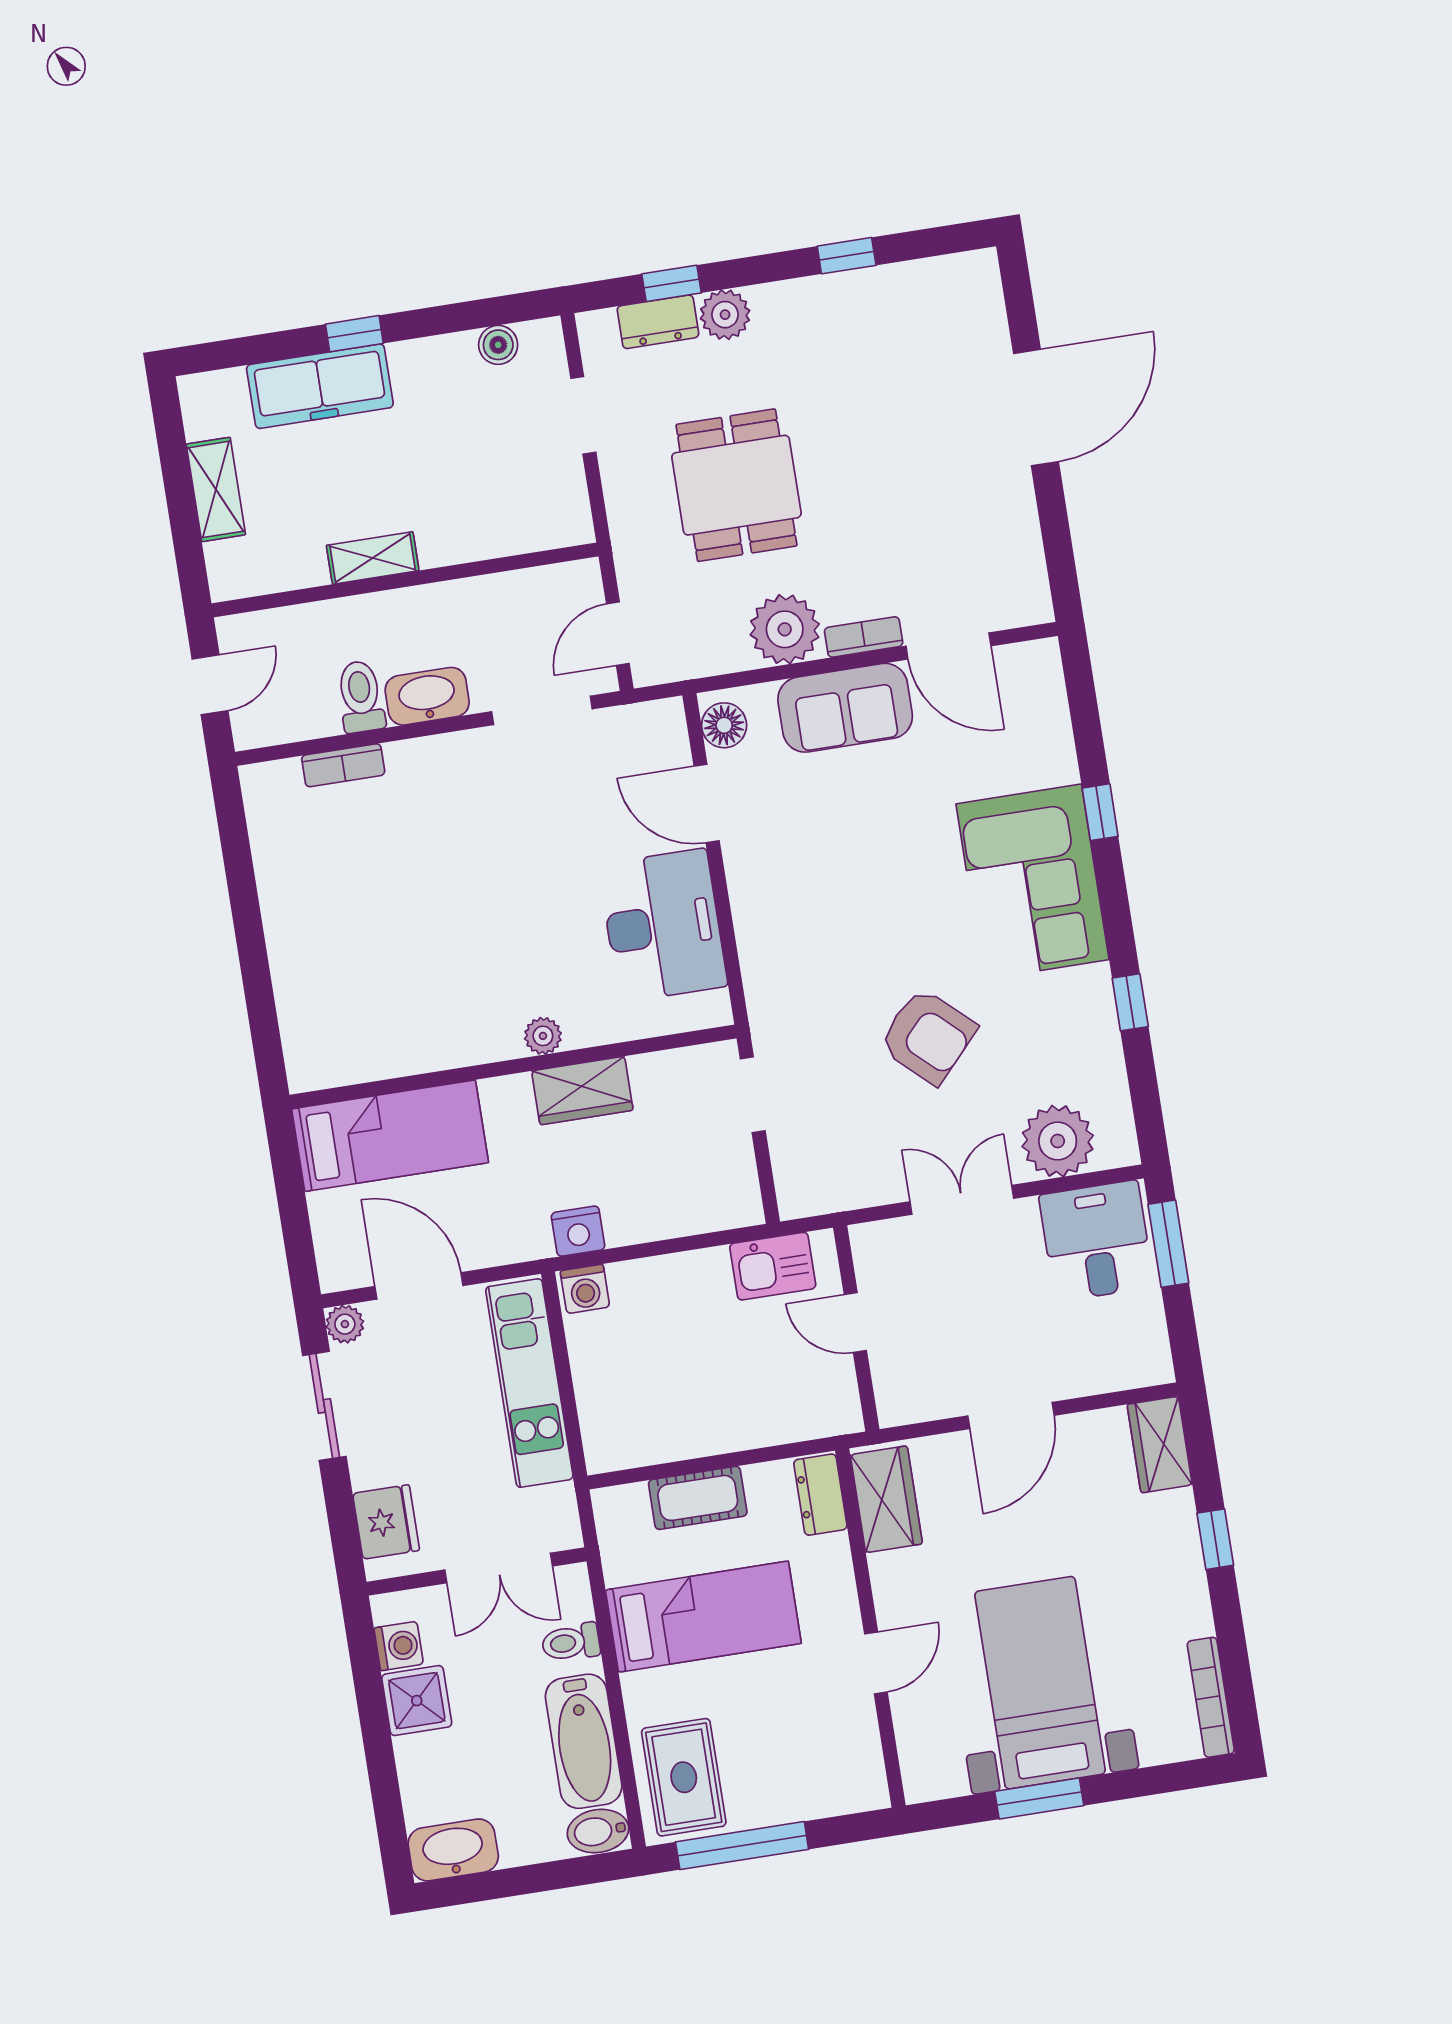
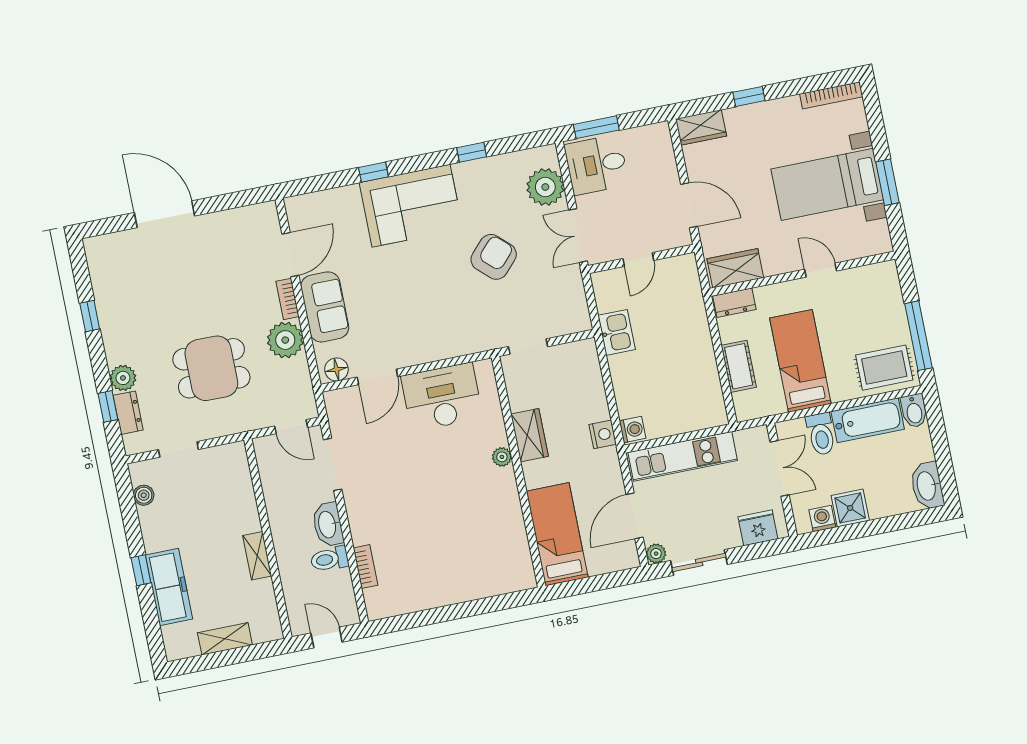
door: (855, 1322) -> (638, 260), moved
wall: (856, 1328) -> (641, 259), moved
toilet: (571, 1642) -> (821, 434), width x1.37, depth x1.39

